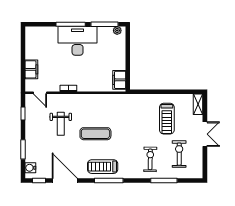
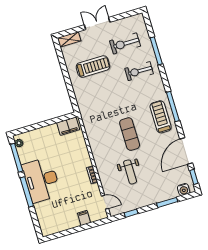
filing cabinet: (31, 69) -> (84, 218), width x0.50
door: (40, 93) -> (105, 202), hinge flipped
weight bench: (61, 124) -> (130, 172), turned 90
treadmill: (103, 167) -> (161, 117), turned 180

